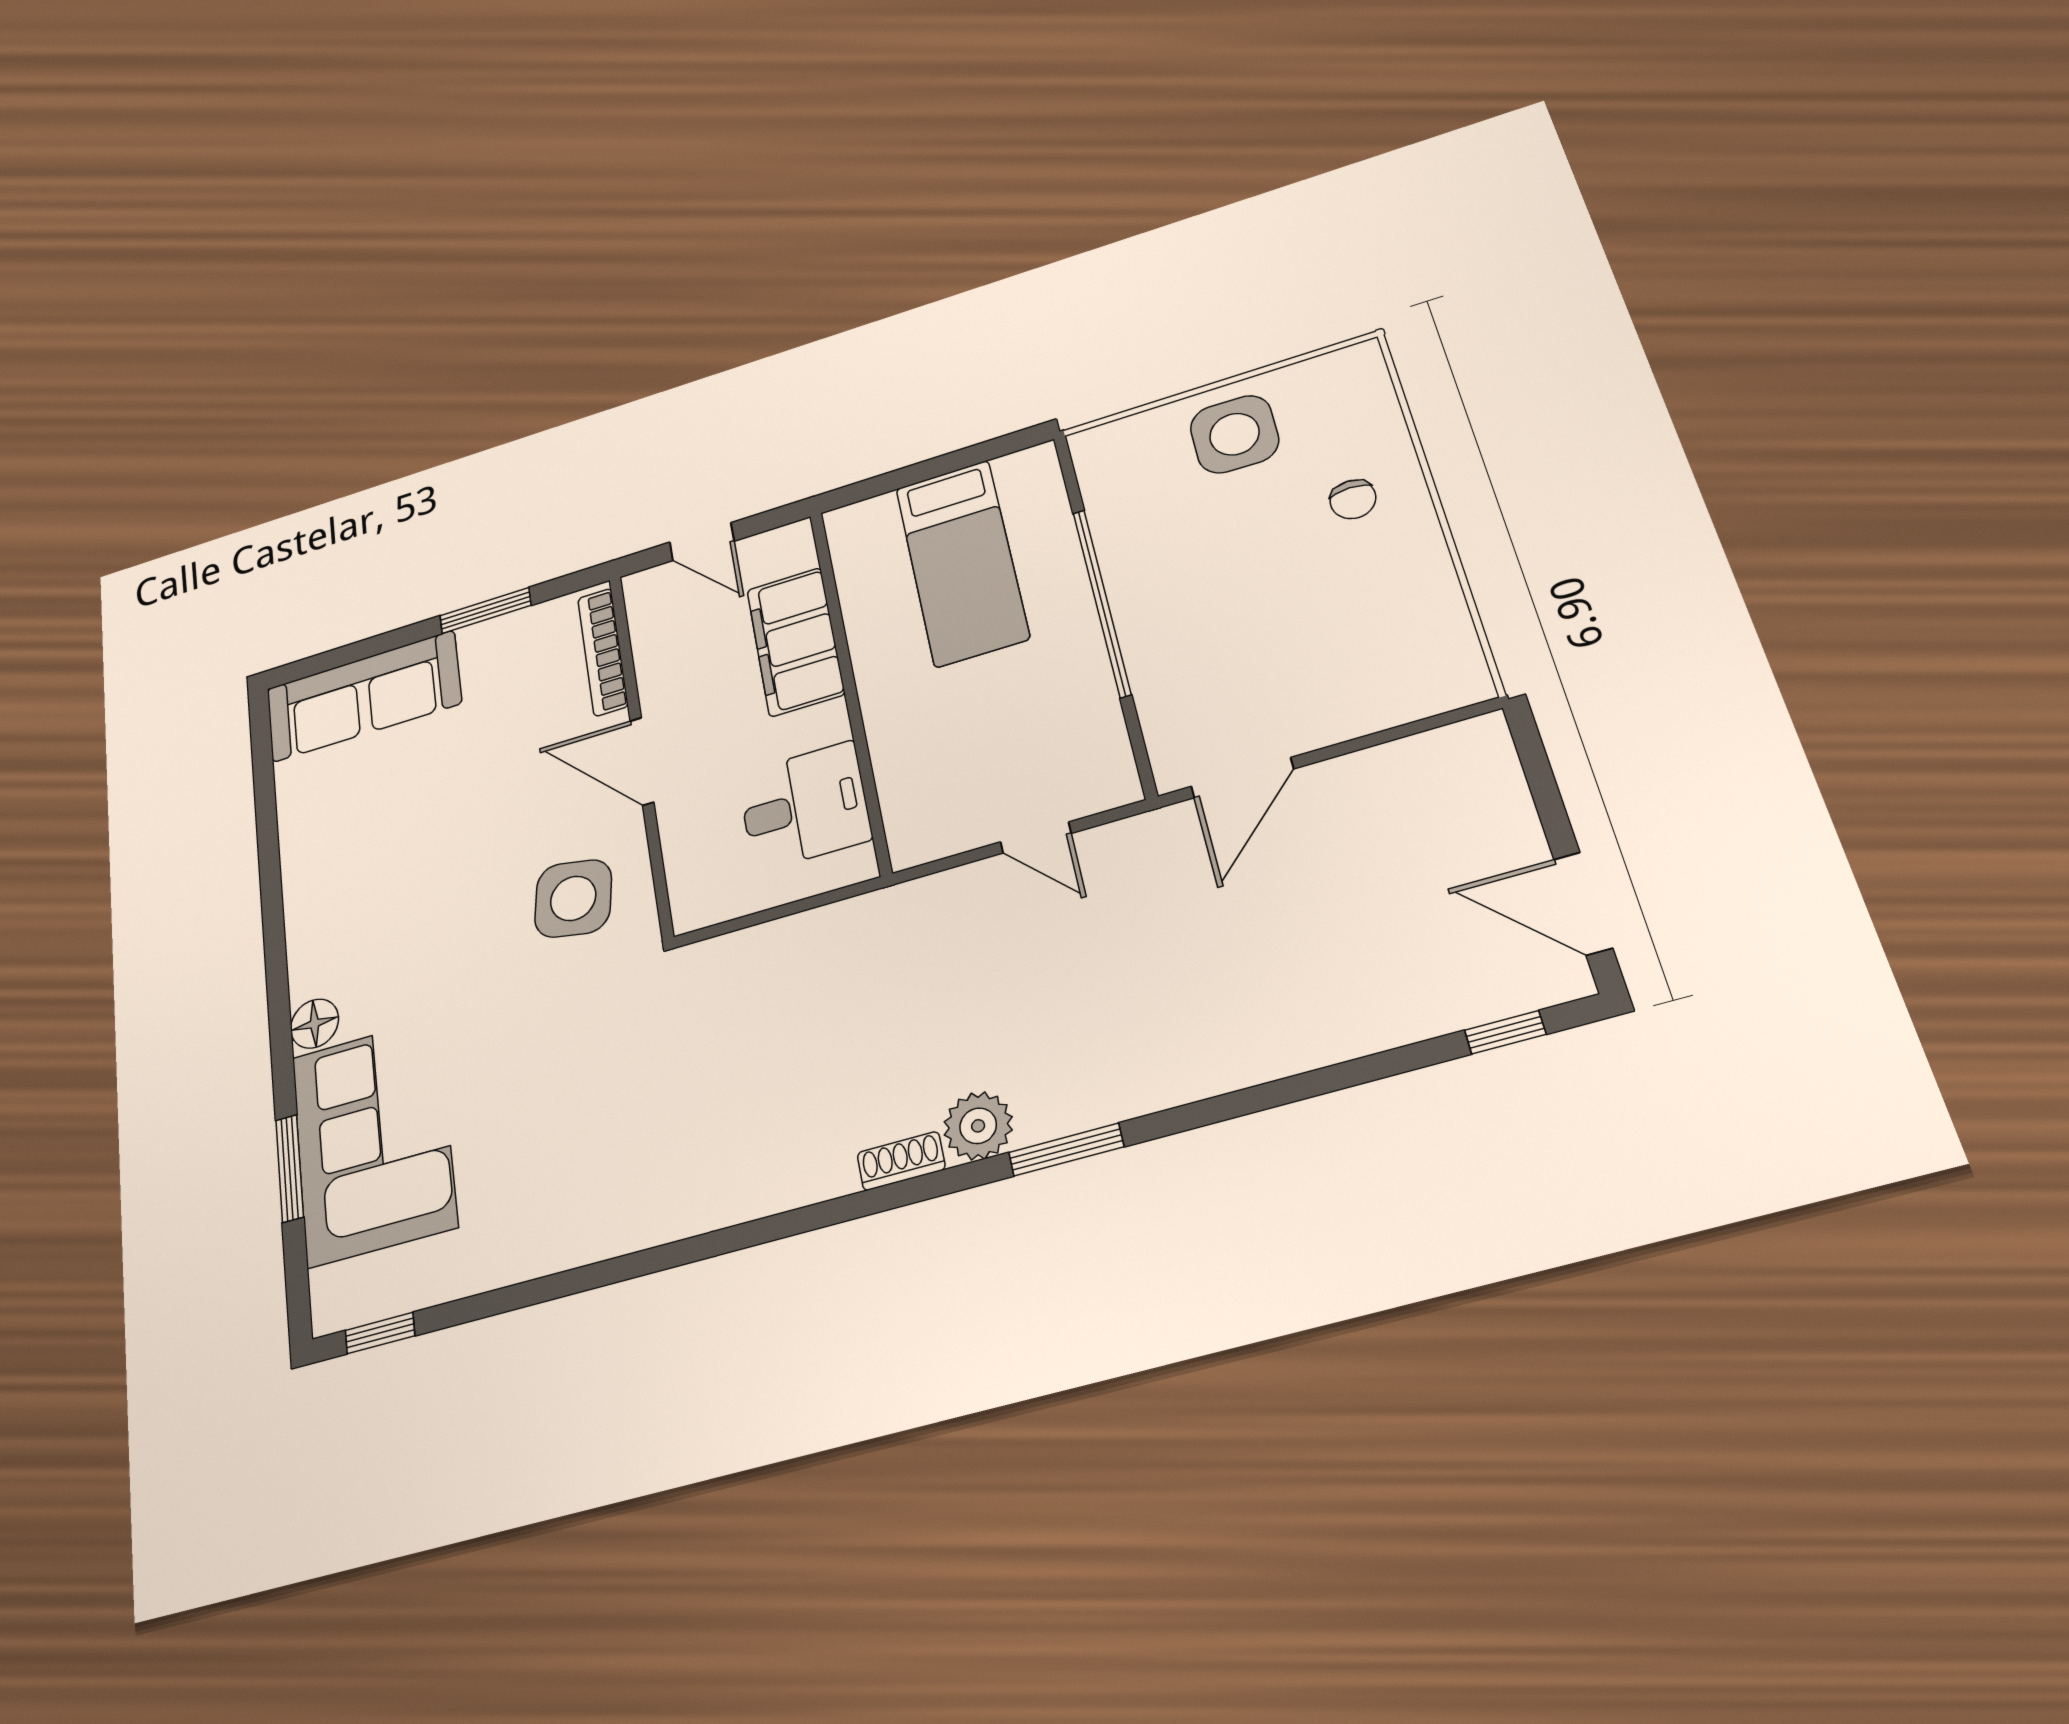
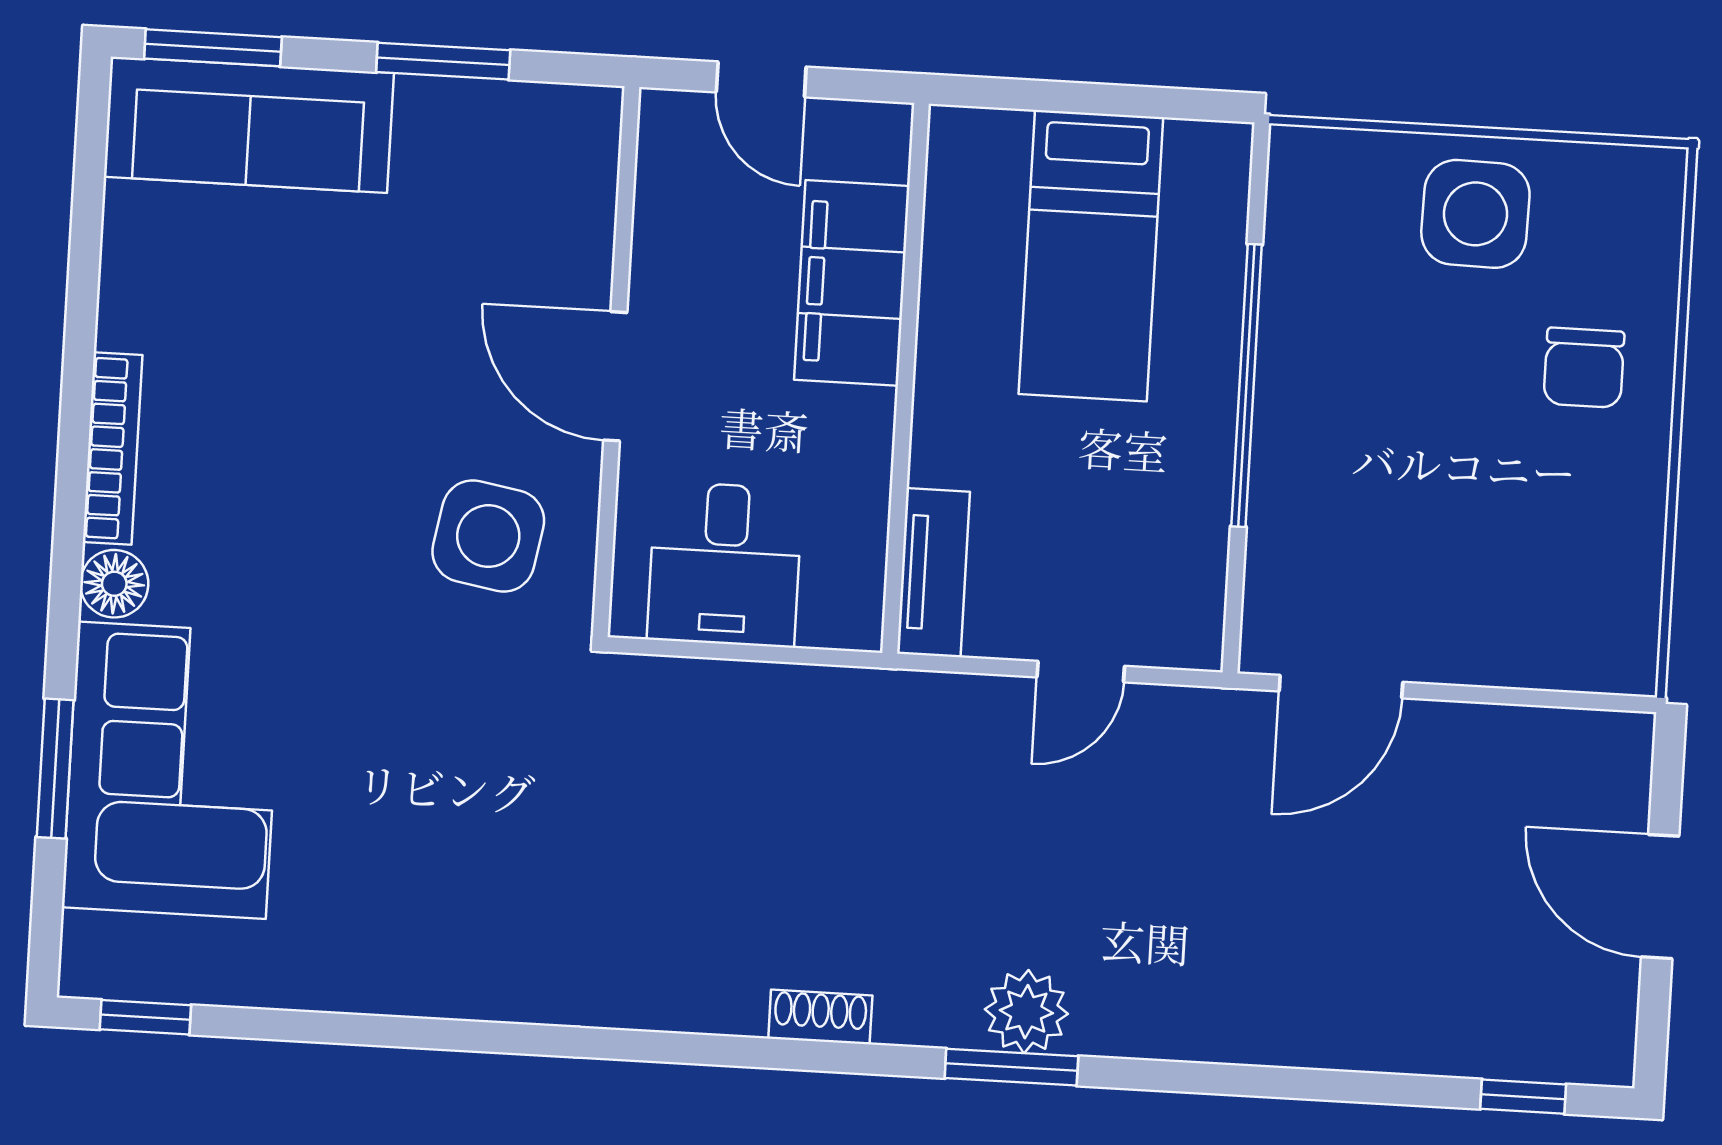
chair: (1353, 499) -> (1584, 368), width x1.37, depth x1.37
bookcase: (603, 652) -> (113, 448), moved, turned 180
window: (333, 659) -> (213, 48), added
desk: (804, 806) -> (725, 564), moved, turned 90
tv unit: (905, 809) -> (933, 573), added
door: (1036, 838) -> (1081, 672), hinge flipped
door: (1583, 903) -> (1660, 897), moved
plant: (978, 1126) -> (1026, 1012), moved

